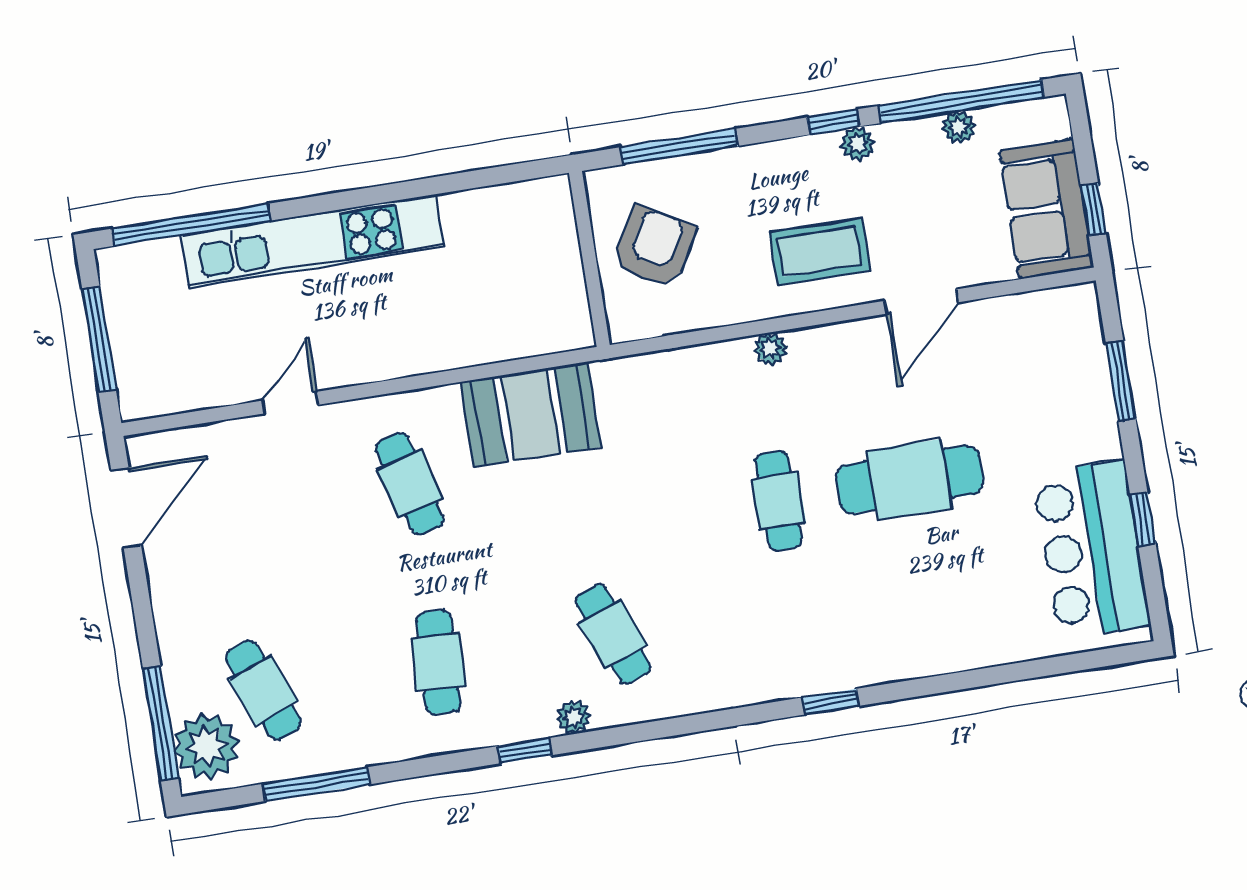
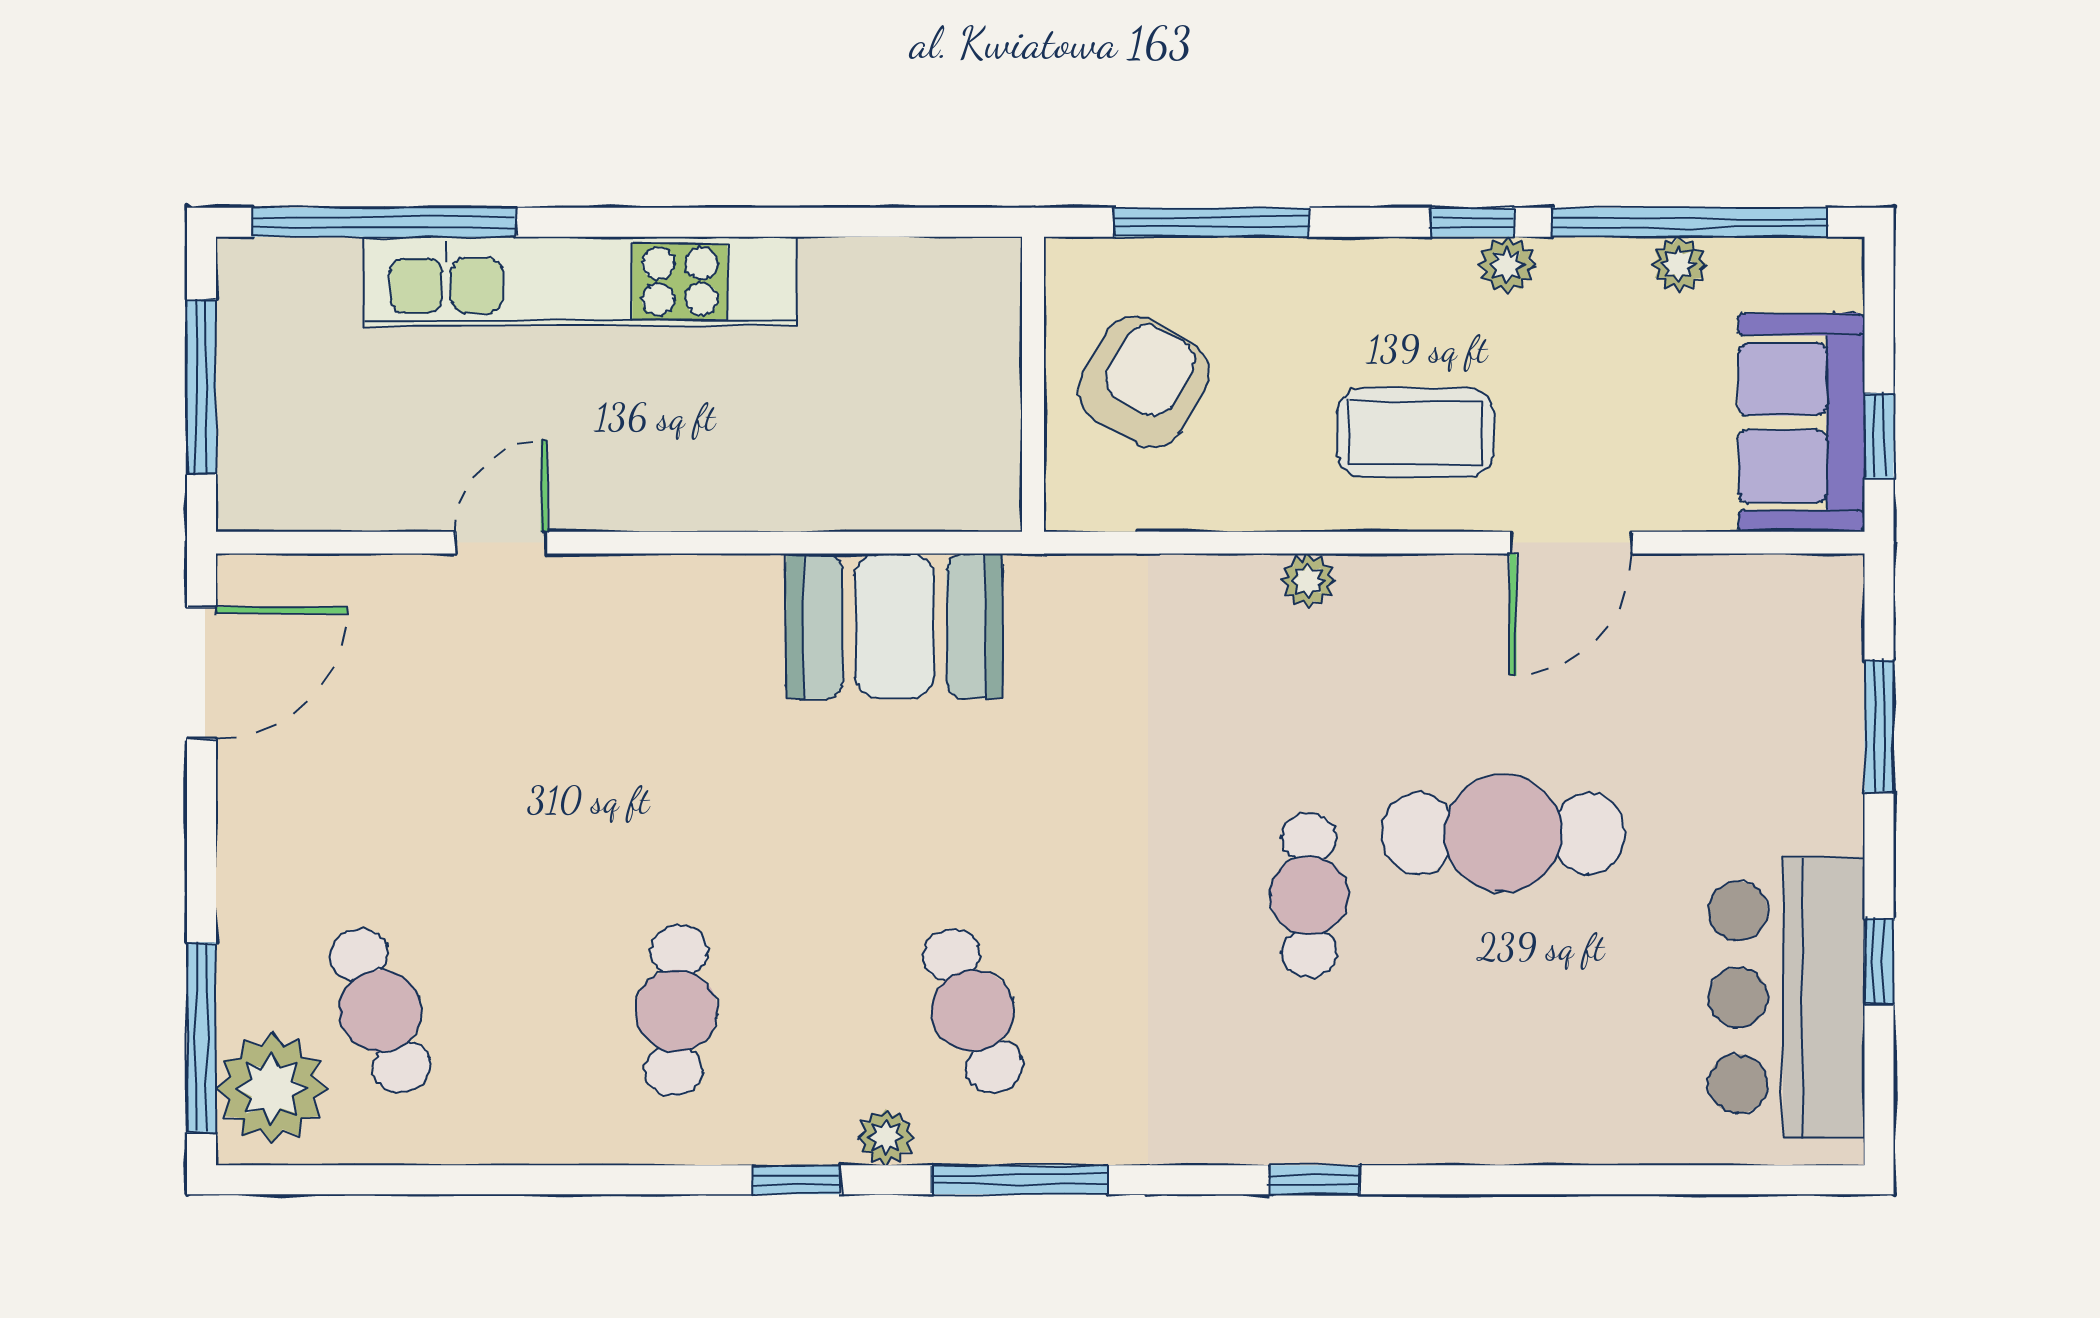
cafe table: (410, 484) -> (677, 708), removed
cafe table: (778, 501) -> (1309, 895), moved
window: (316, 784) -> (1020, 1180), moved

